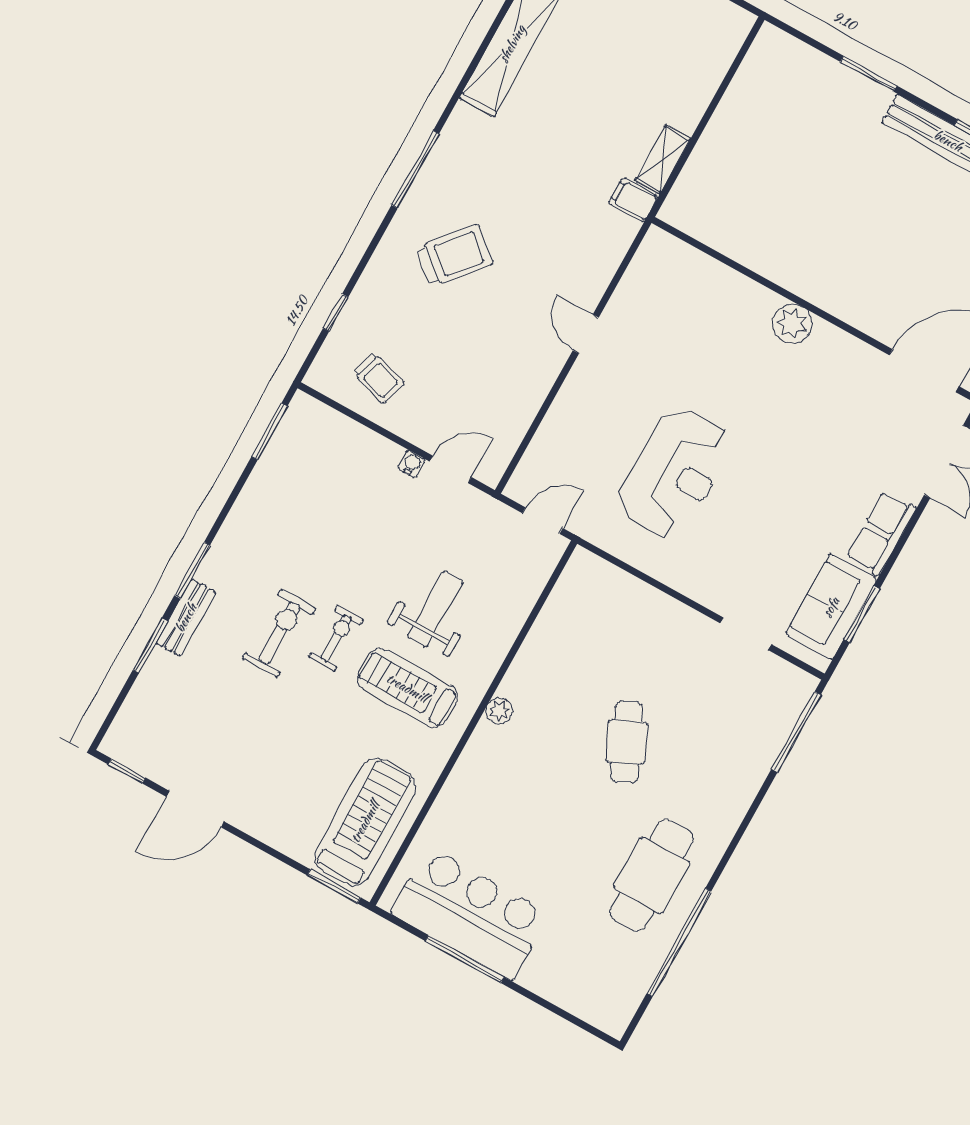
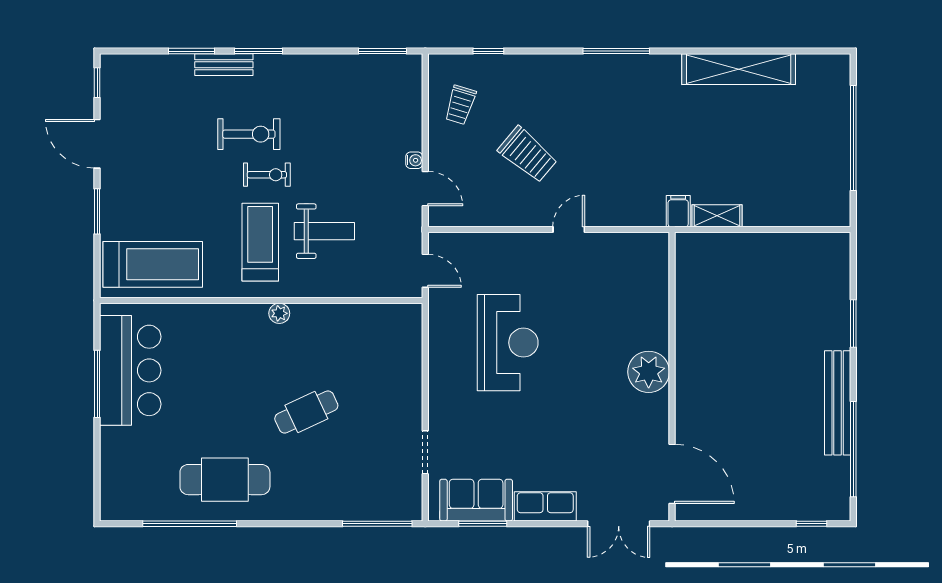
trolley: (455, 256) -> (528, 155), moved
plant: (792, 324) -> (649, 372), width x1.36, depth x1.36
reception desk: (674, 473) -> (508, 343), turned -90
window: (334, 886) -> (97, 211), moved

